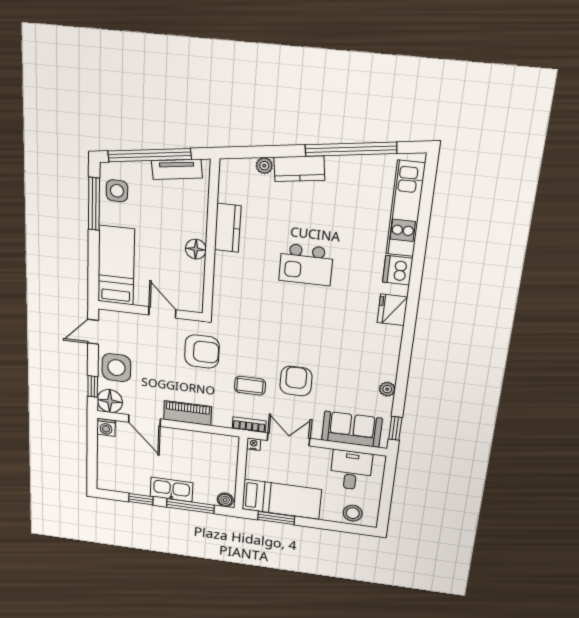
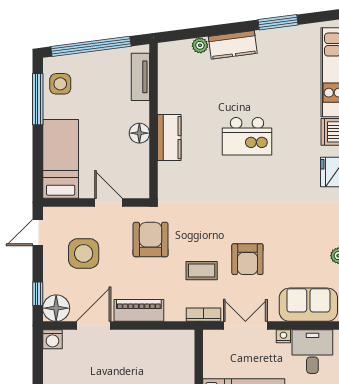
window: (351, 149) -> (278, 22), width x0.47
tv unit: (177, 169) -> (140, 77), moved, turned 97
kitchen counter: (228, 228) -> (169, 138), moved
armchair: (202, 351) -> (151, 240), turned -90
side table: (116, 368) -> (84, 253), moved
armchair: (296, 381) -> (247, 259), turned 180
door: (144, 421) -> (94, 326), swing flipped
nightstand: (254, 444) -> (283, 336), moved

